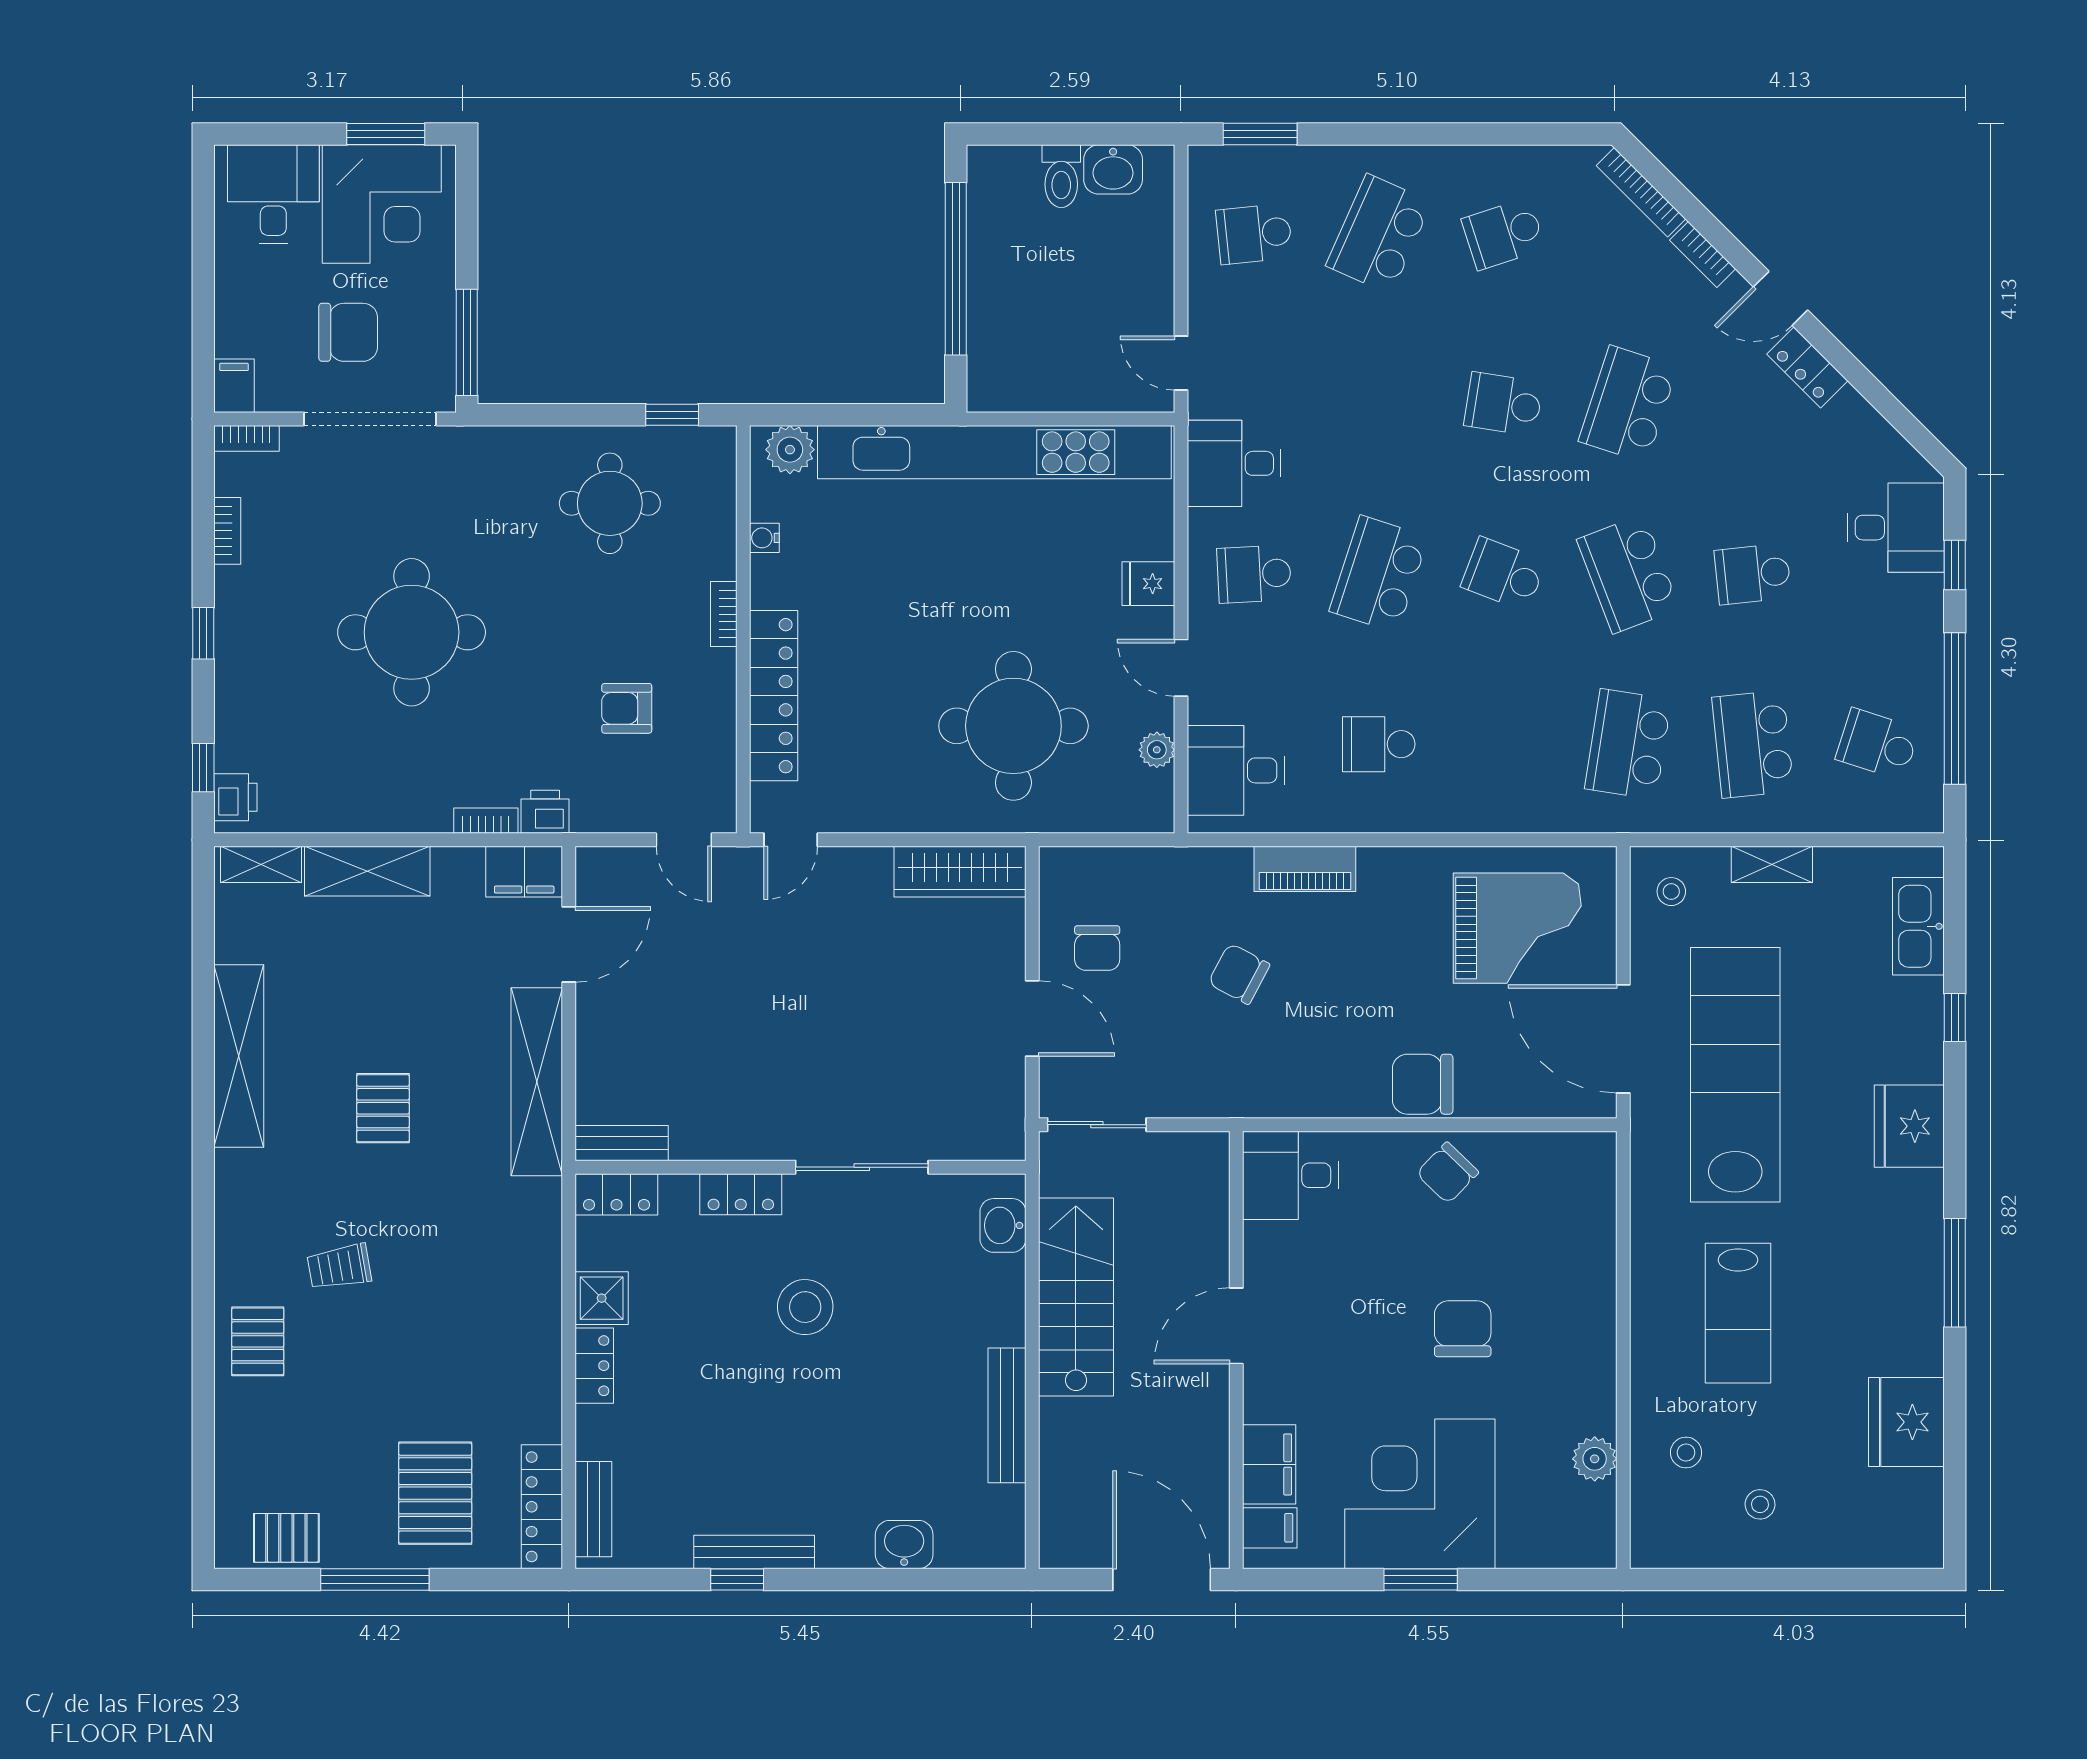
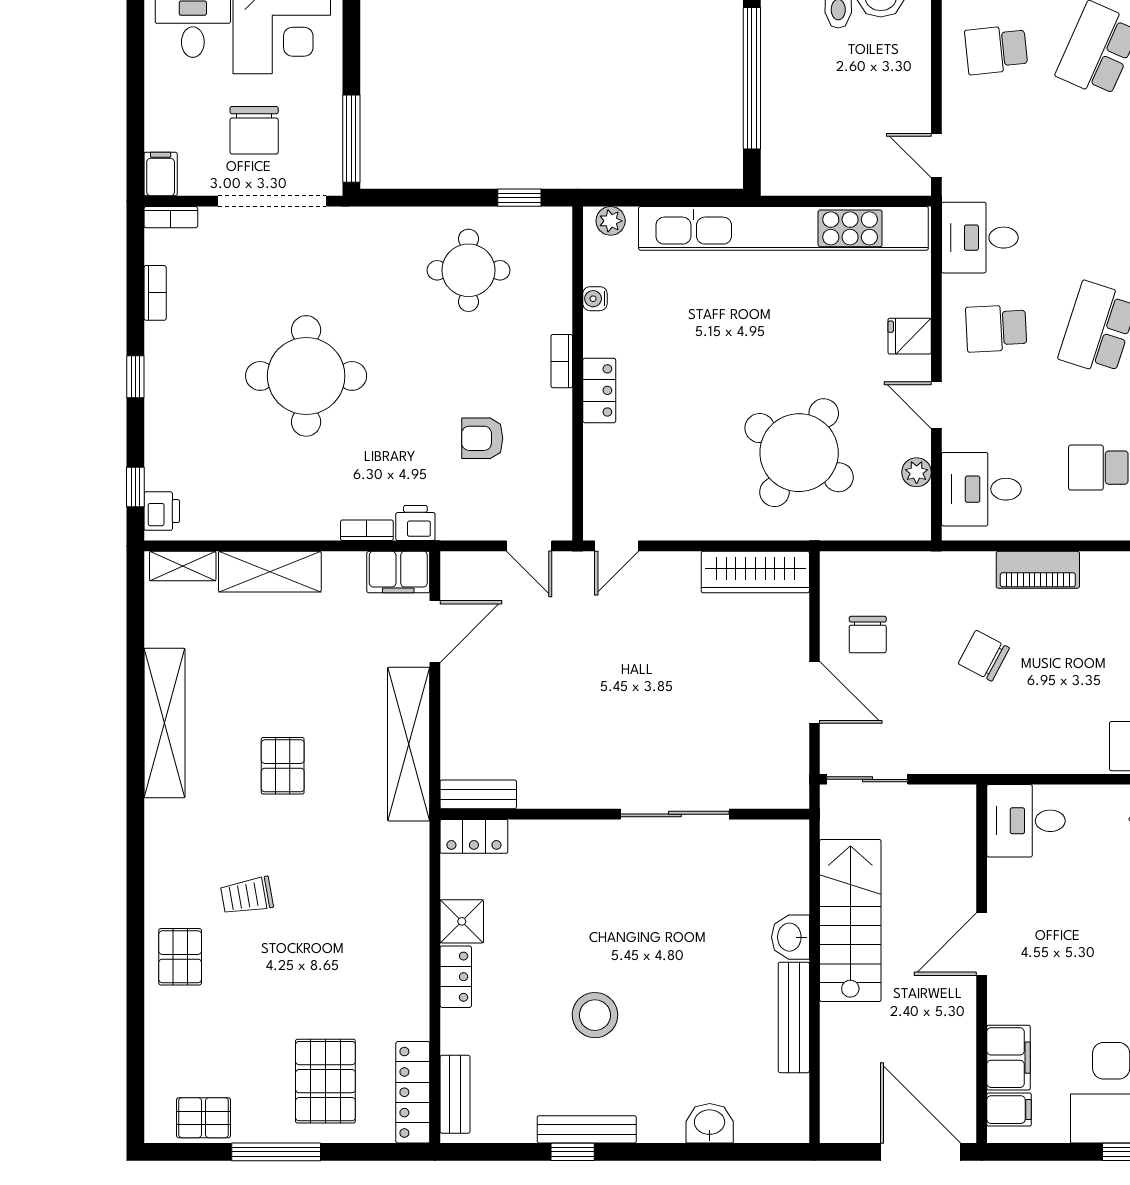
chair: (348, 332) -> (254, 130), turned 90
plant: (790, 450) -> (611, 221), width x0.73, depth x0.73
locker: (774, 696) -> (599, 390), width x0.46, depth x0.83
round table: (1013, 726) -> (799, 453), turned 32
locker: (741, 1194) -> (576, 836), removed
washbasin: (1003, 1225) -> (790, 937), moved
stool: (805, 1307) -> (595, 1015), moved

